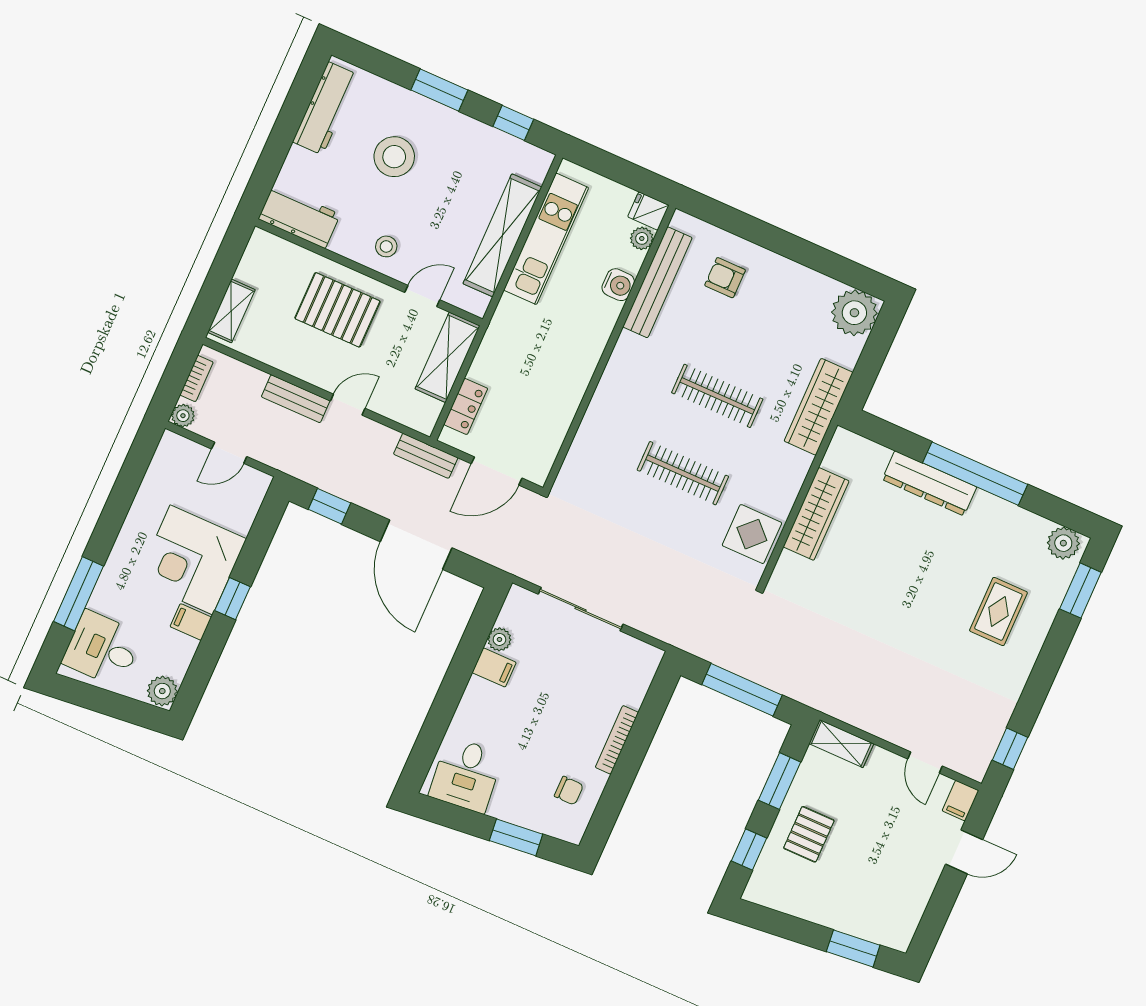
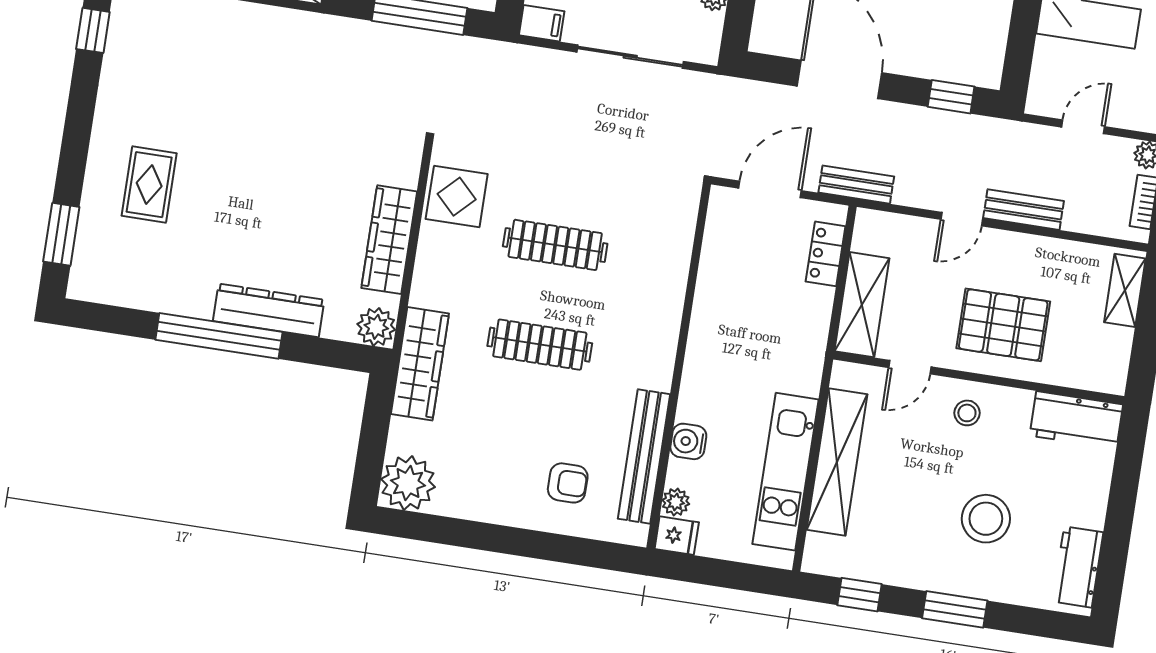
workbench: (325, 108) -> (1078, 567), width x0.73
plant: (1063, 543) -> (376, 327), moved
filing cabinet: (645, 656) -> (542, 23), added

